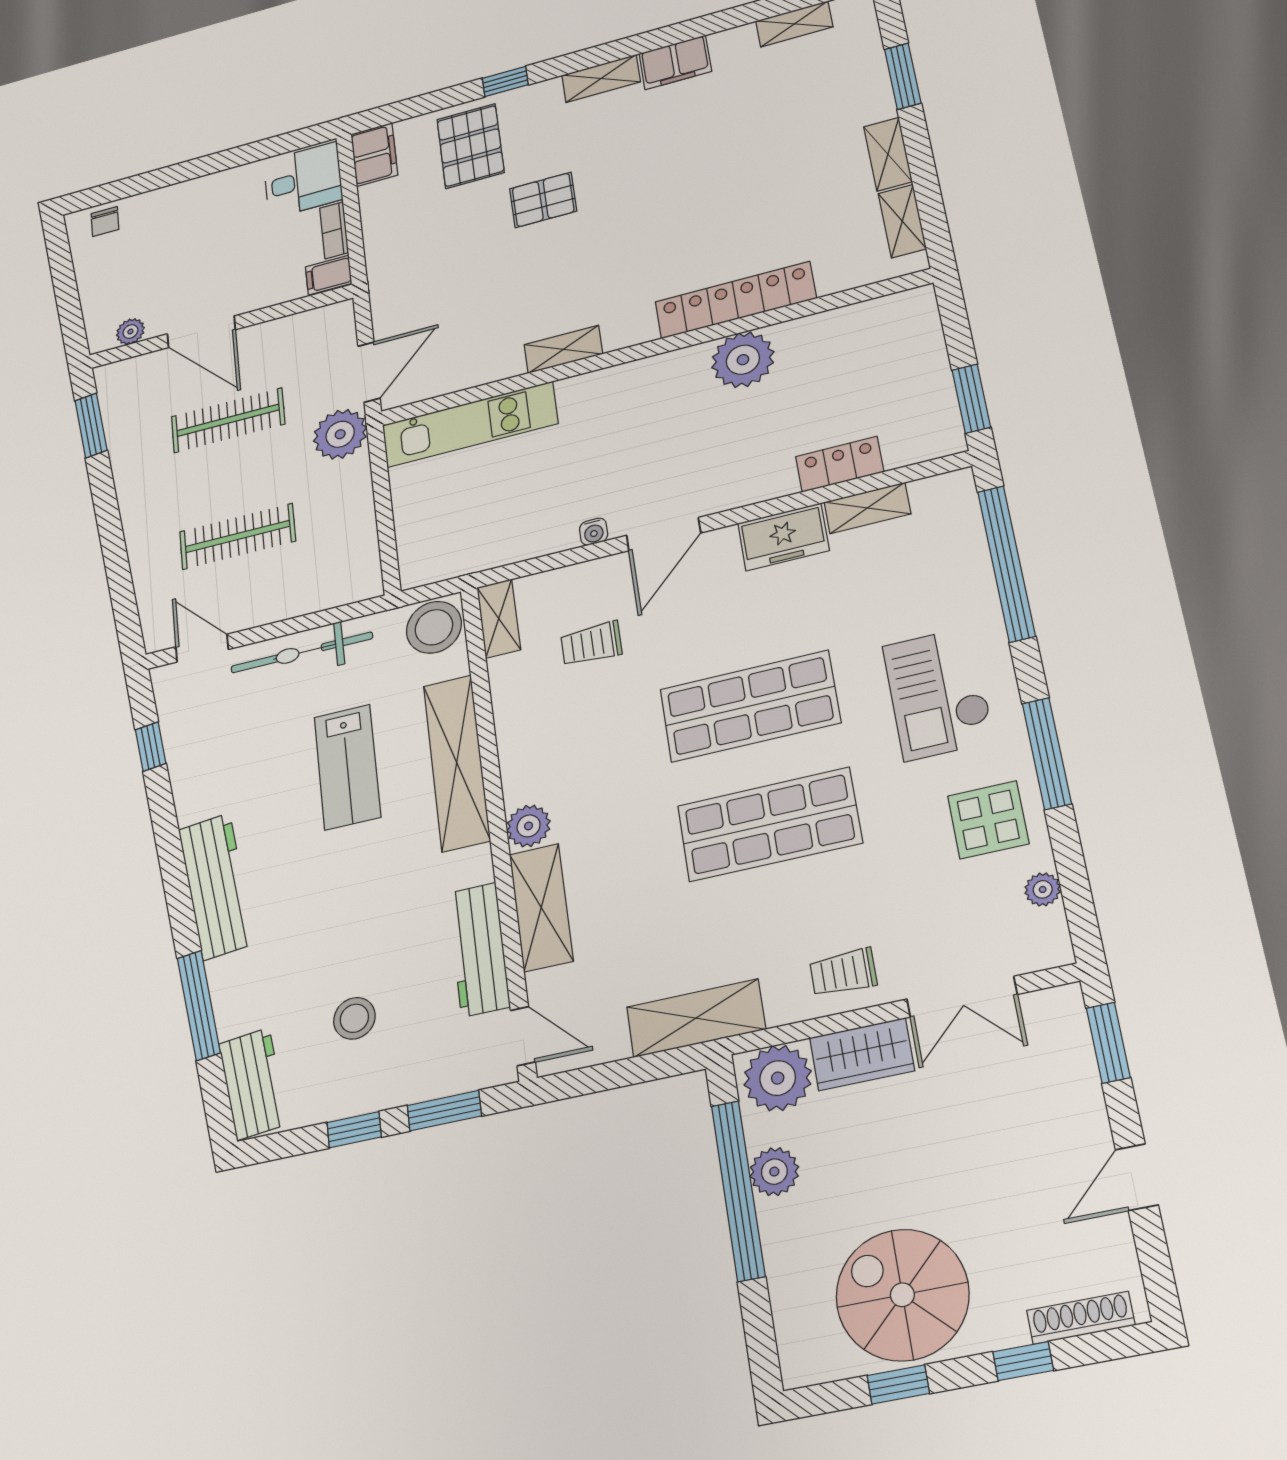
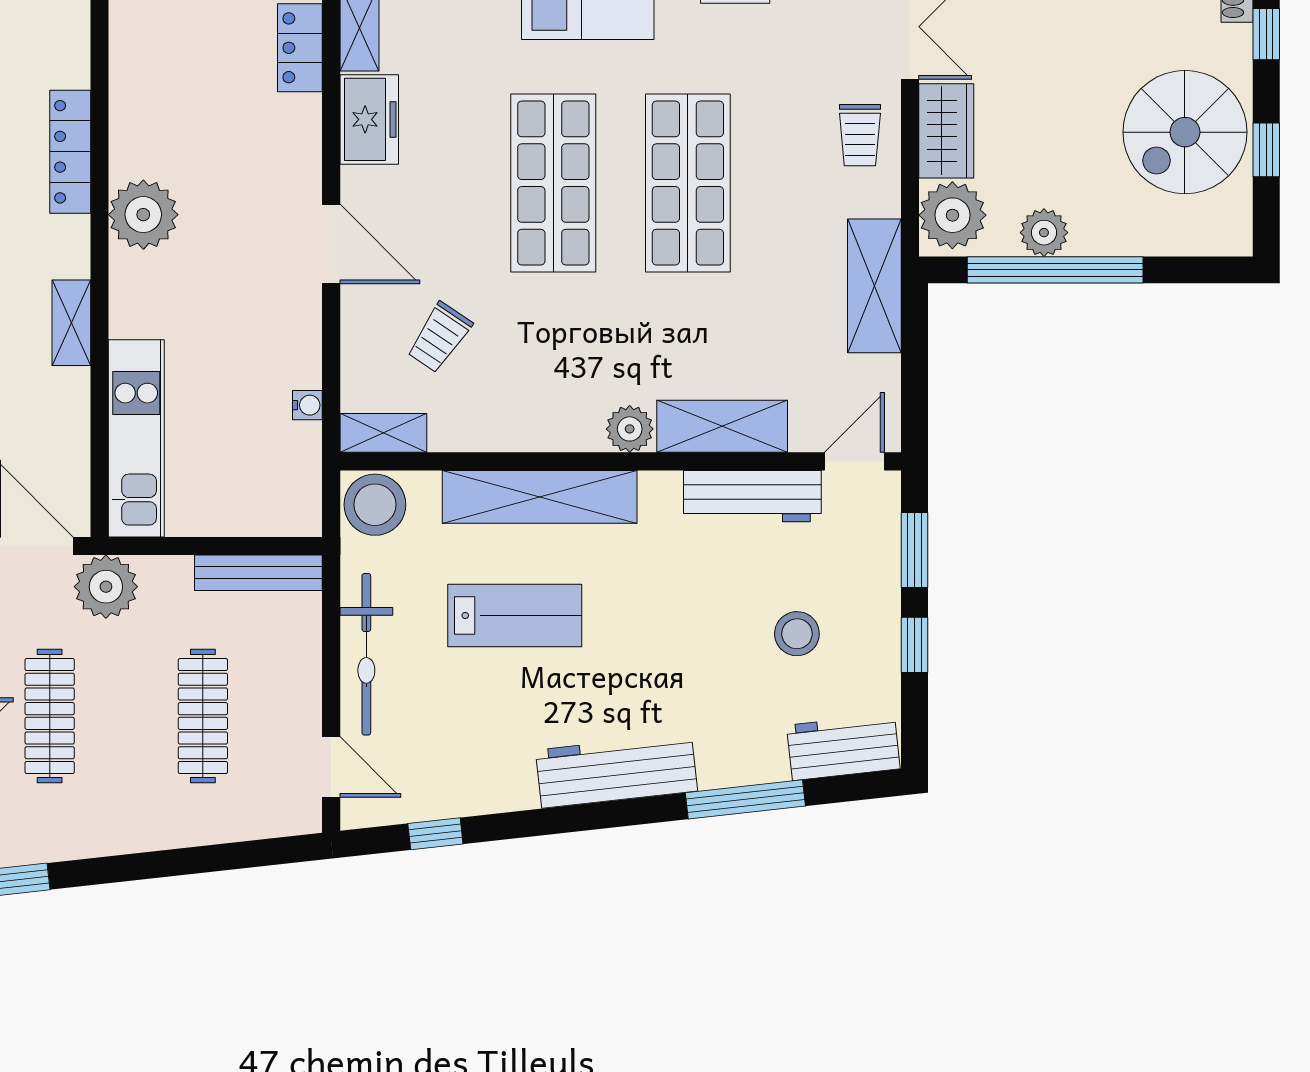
locker: (735, 300) -> (70, 152), width x0.71, depth x0.83
plant: (743, 360) -> (143, 215), moved
water cooler: (594, 532) -> (307, 405), moved
bench: (364, 549) -> (258, 573), added
trolley: (591, 644) -> (439, 337), turned 34
door: (202, 648) -> (331, 767), swing flipped

